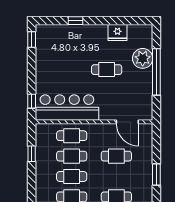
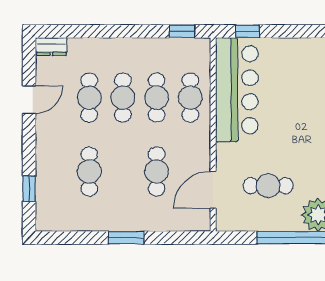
cafe table: (107, 70) -> (268, 186), moved, turned 90
window: (32, 154) -> (182, 31), moved

